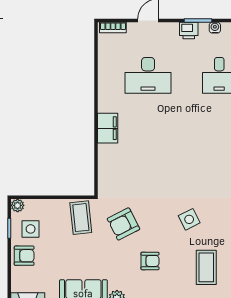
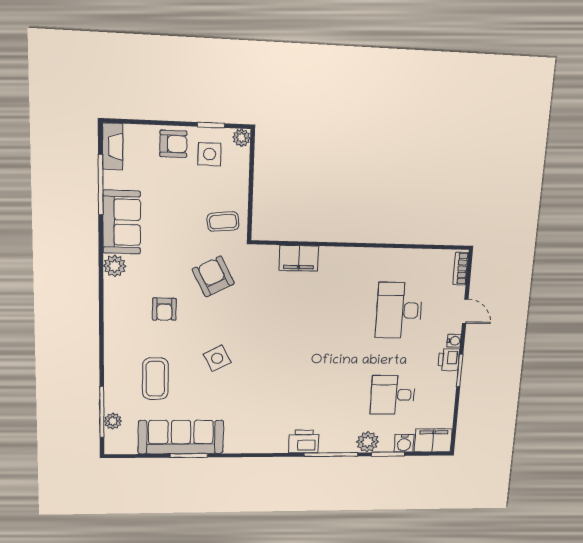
water cooler: (215, 28) -> (454, 341), moved
filing cabinet: (108, 128) -> (299, 258), moved
coffee table: (81, 218) -> (223, 222), width x0.73, depth x0.77
armchair: (24, 256) -> (173, 144), turned -90
coffee table: (206, 267) -> (155, 379), turned 90

